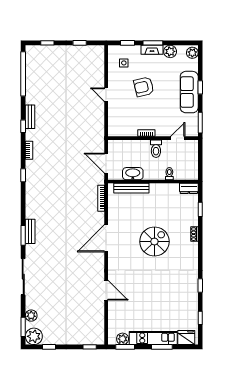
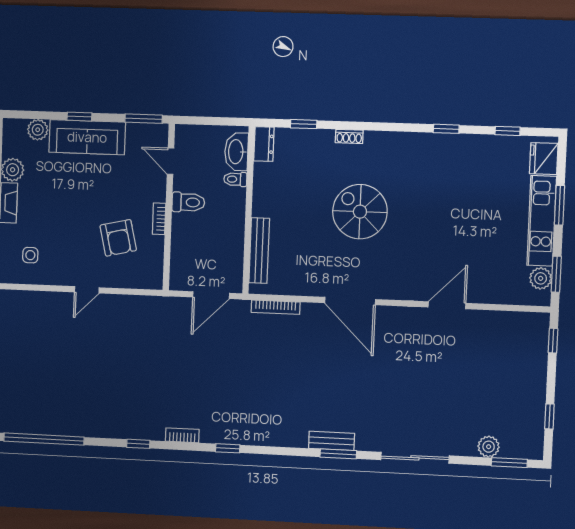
plant: (192, 53) -> (38, 130), moved
armchair: (144, 87) -> (118, 238), moved
bench: (30, 117) -> (122, 431), removed
washbasin: (133, 174) -> (236, 152), moved
plant: (34, 336) -> (528, 444), removed

